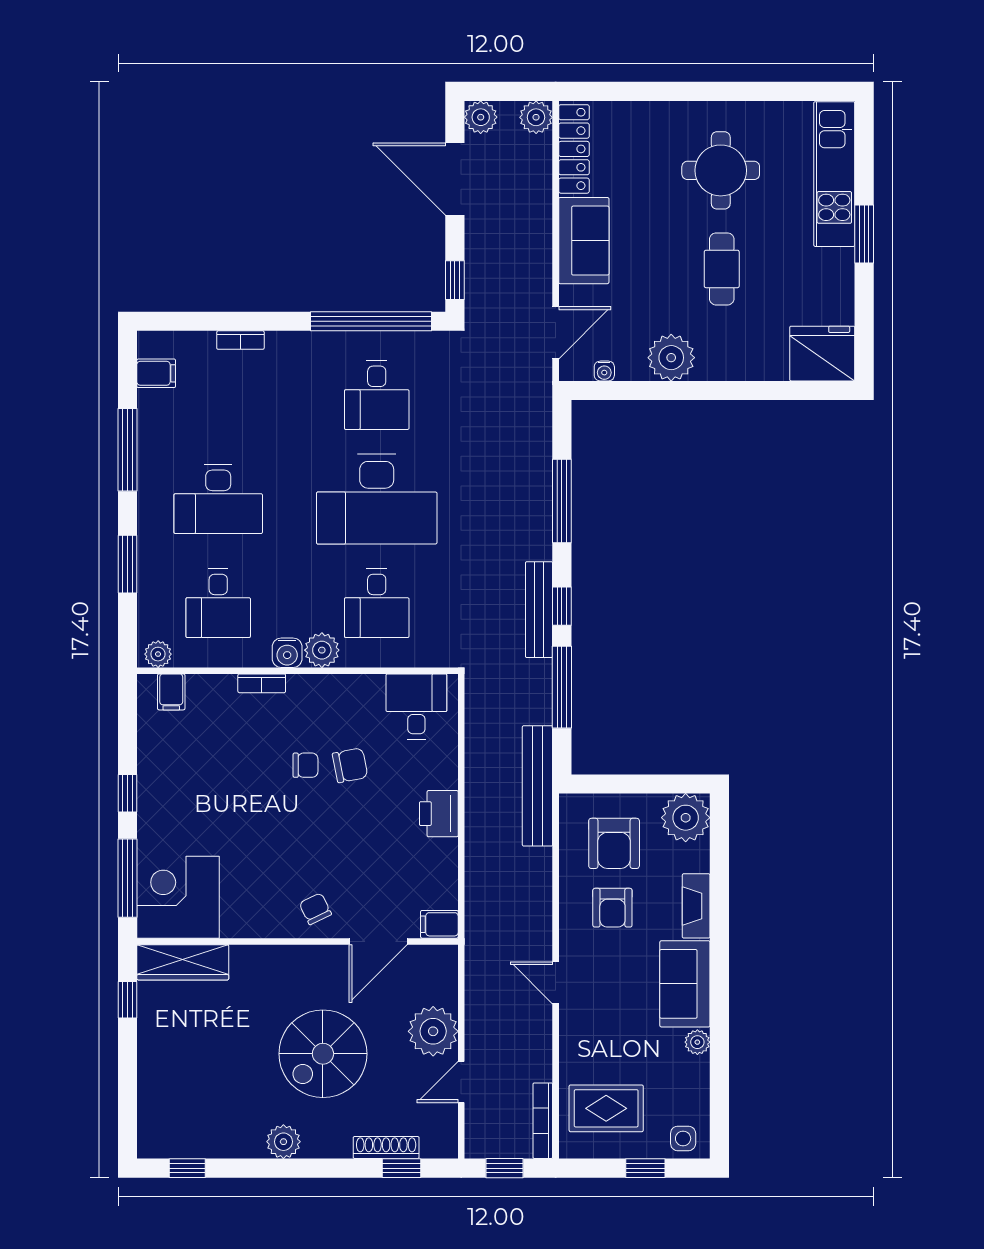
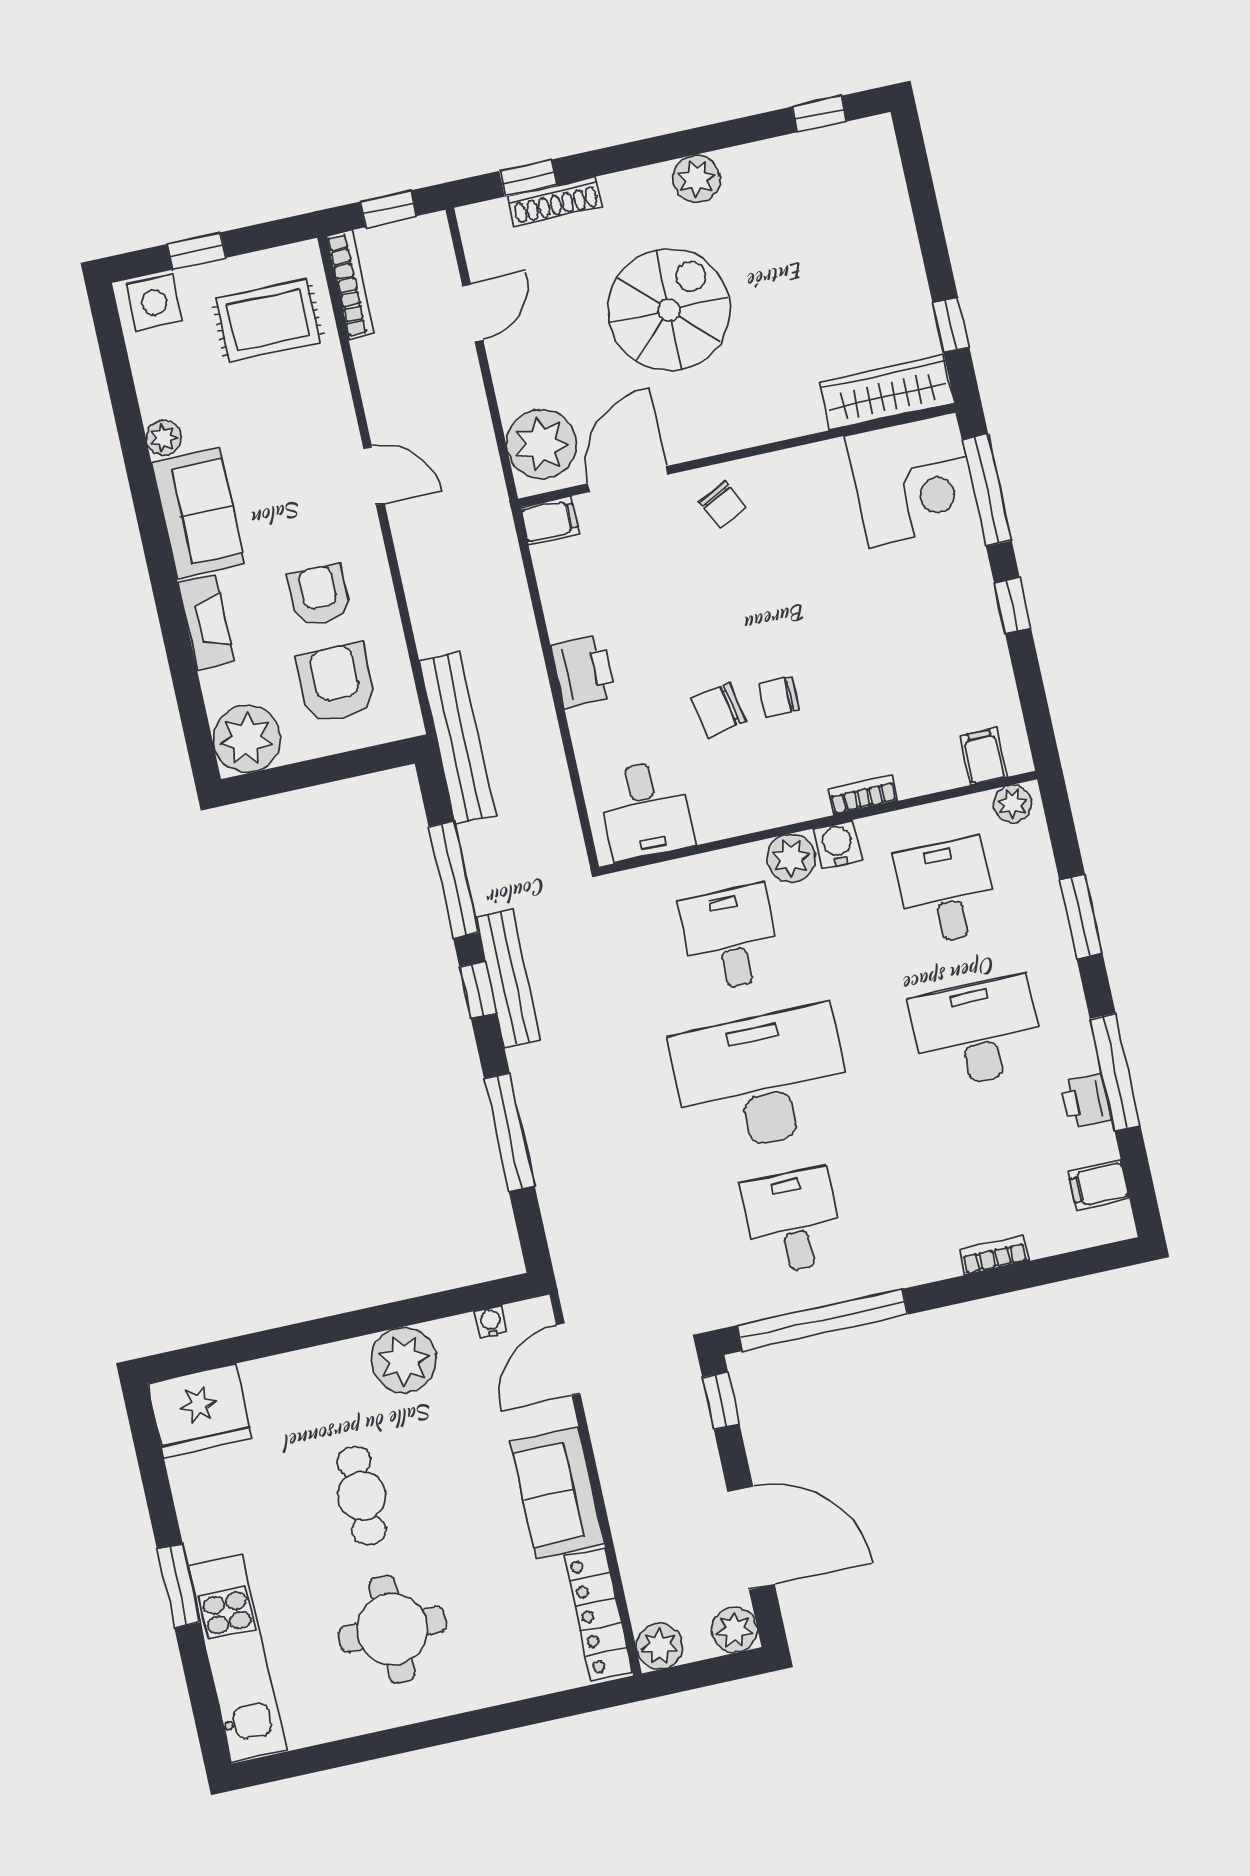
printer: (152, 434) -> (1086, 1101), added
plant: (433, 1031) -> (542, 444), moved
side table: (683, 1138) -> (154, 302), width x1.37, depth x1.37

